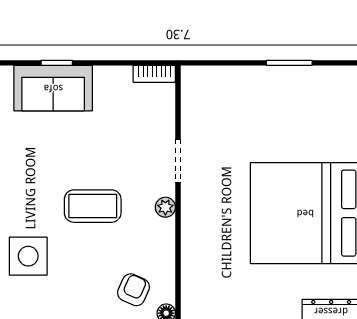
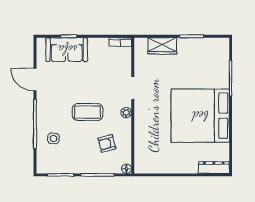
wardrobe: (234, 81) -> (162, 46), added
side table: (28, 256) -> (54, 139), width x0.54, depth x0.54
armchair: (133, 290) -> (107, 143), moved, turned -129

